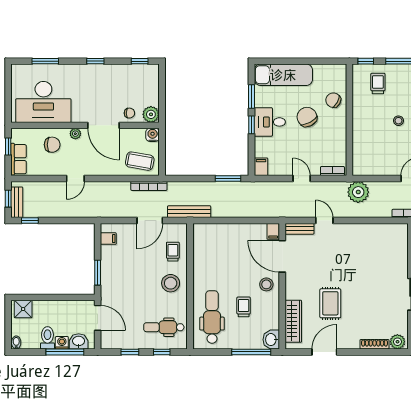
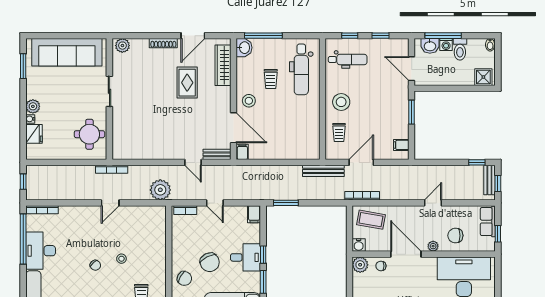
shoe rack: (374, 344) -> (163, 43), moved

